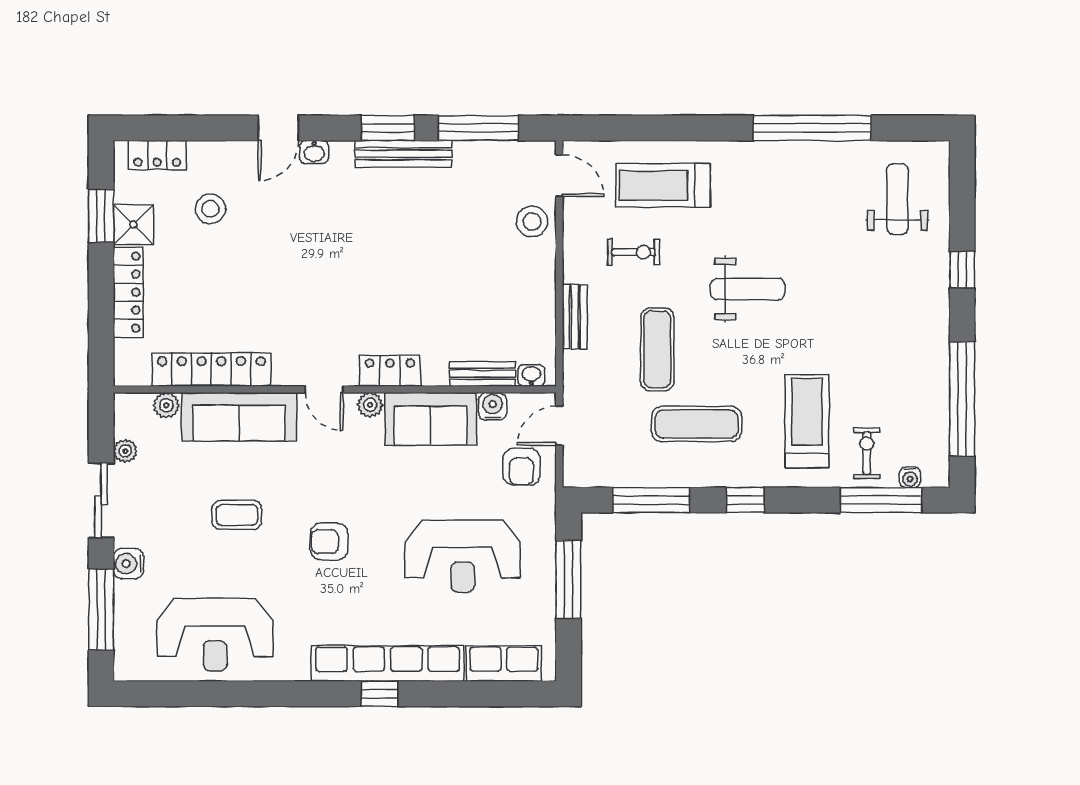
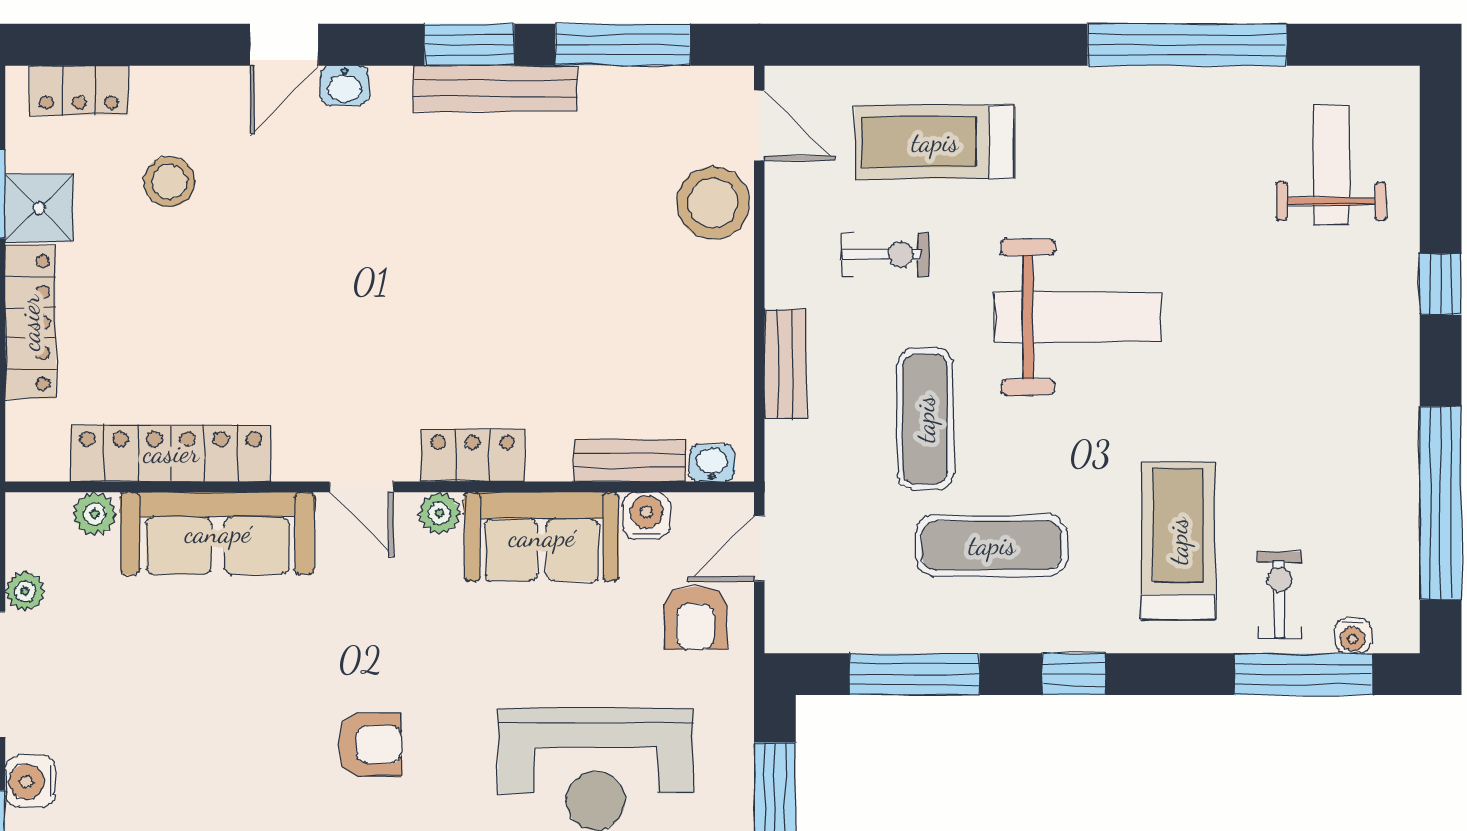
stool: (532, 222) -> (713, 203), width x1.38, depth x1.38
weight bench: (748, 289) -> (1078, 317), width x1.36, depth x1.33
coffee table: (237, 515) -> (214, 699), removed
armchair: (329, 542) -> (370, 744), turned 180

